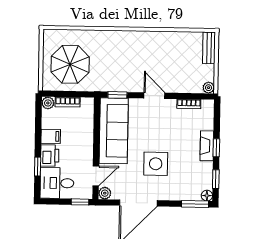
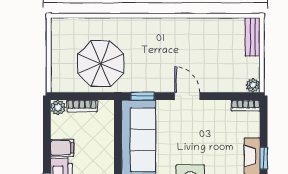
parasol: (70, 64) -> (101, 64), moved
bookcase: (189, 104) -> (246, 106), moved

